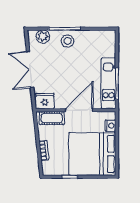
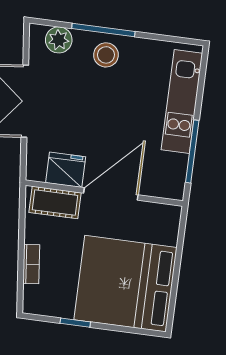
kitchen unit: (109, 83) -> (182, 102), moved
fridge: (45, 101) -> (66, 170), moved
nightstand: (110, 126) -> (168, 233), removed

